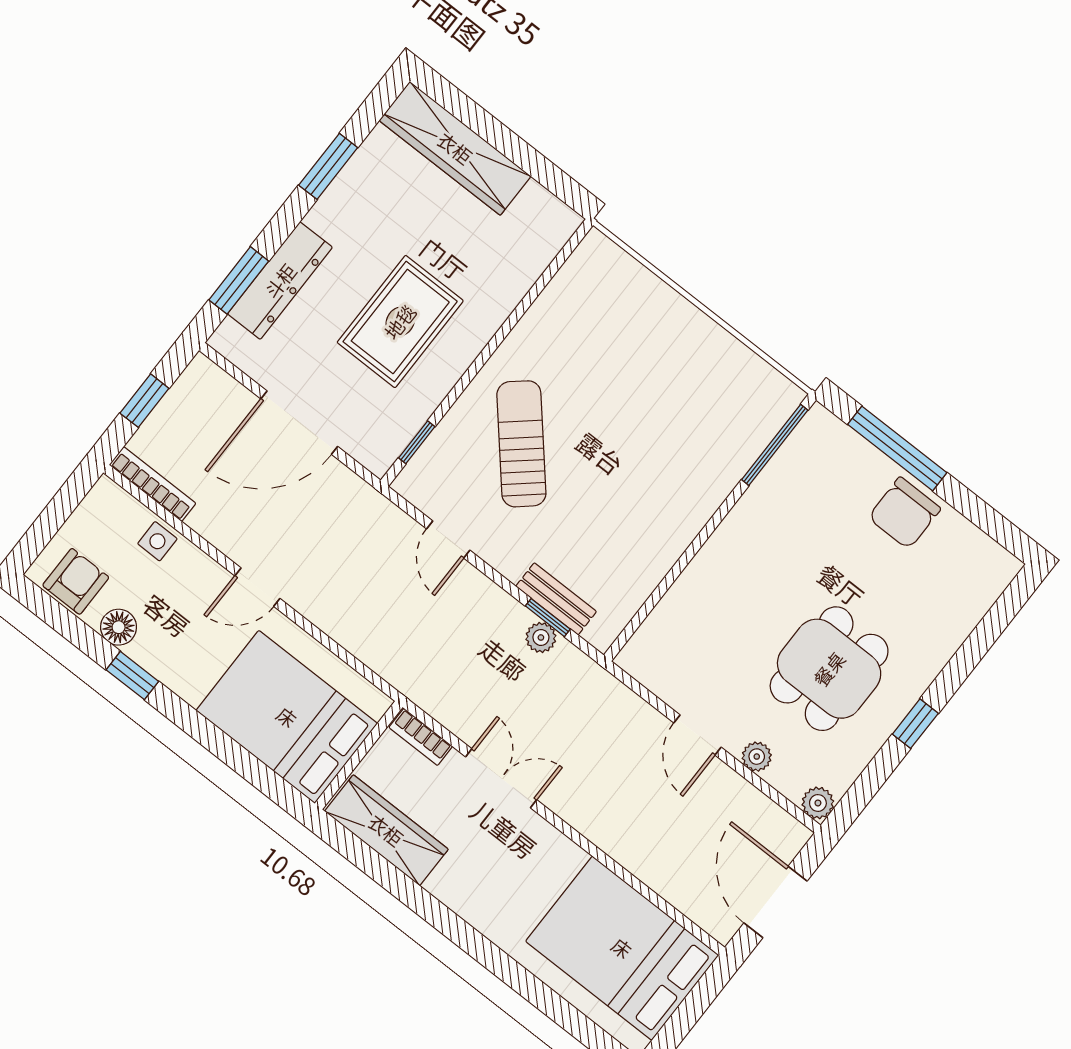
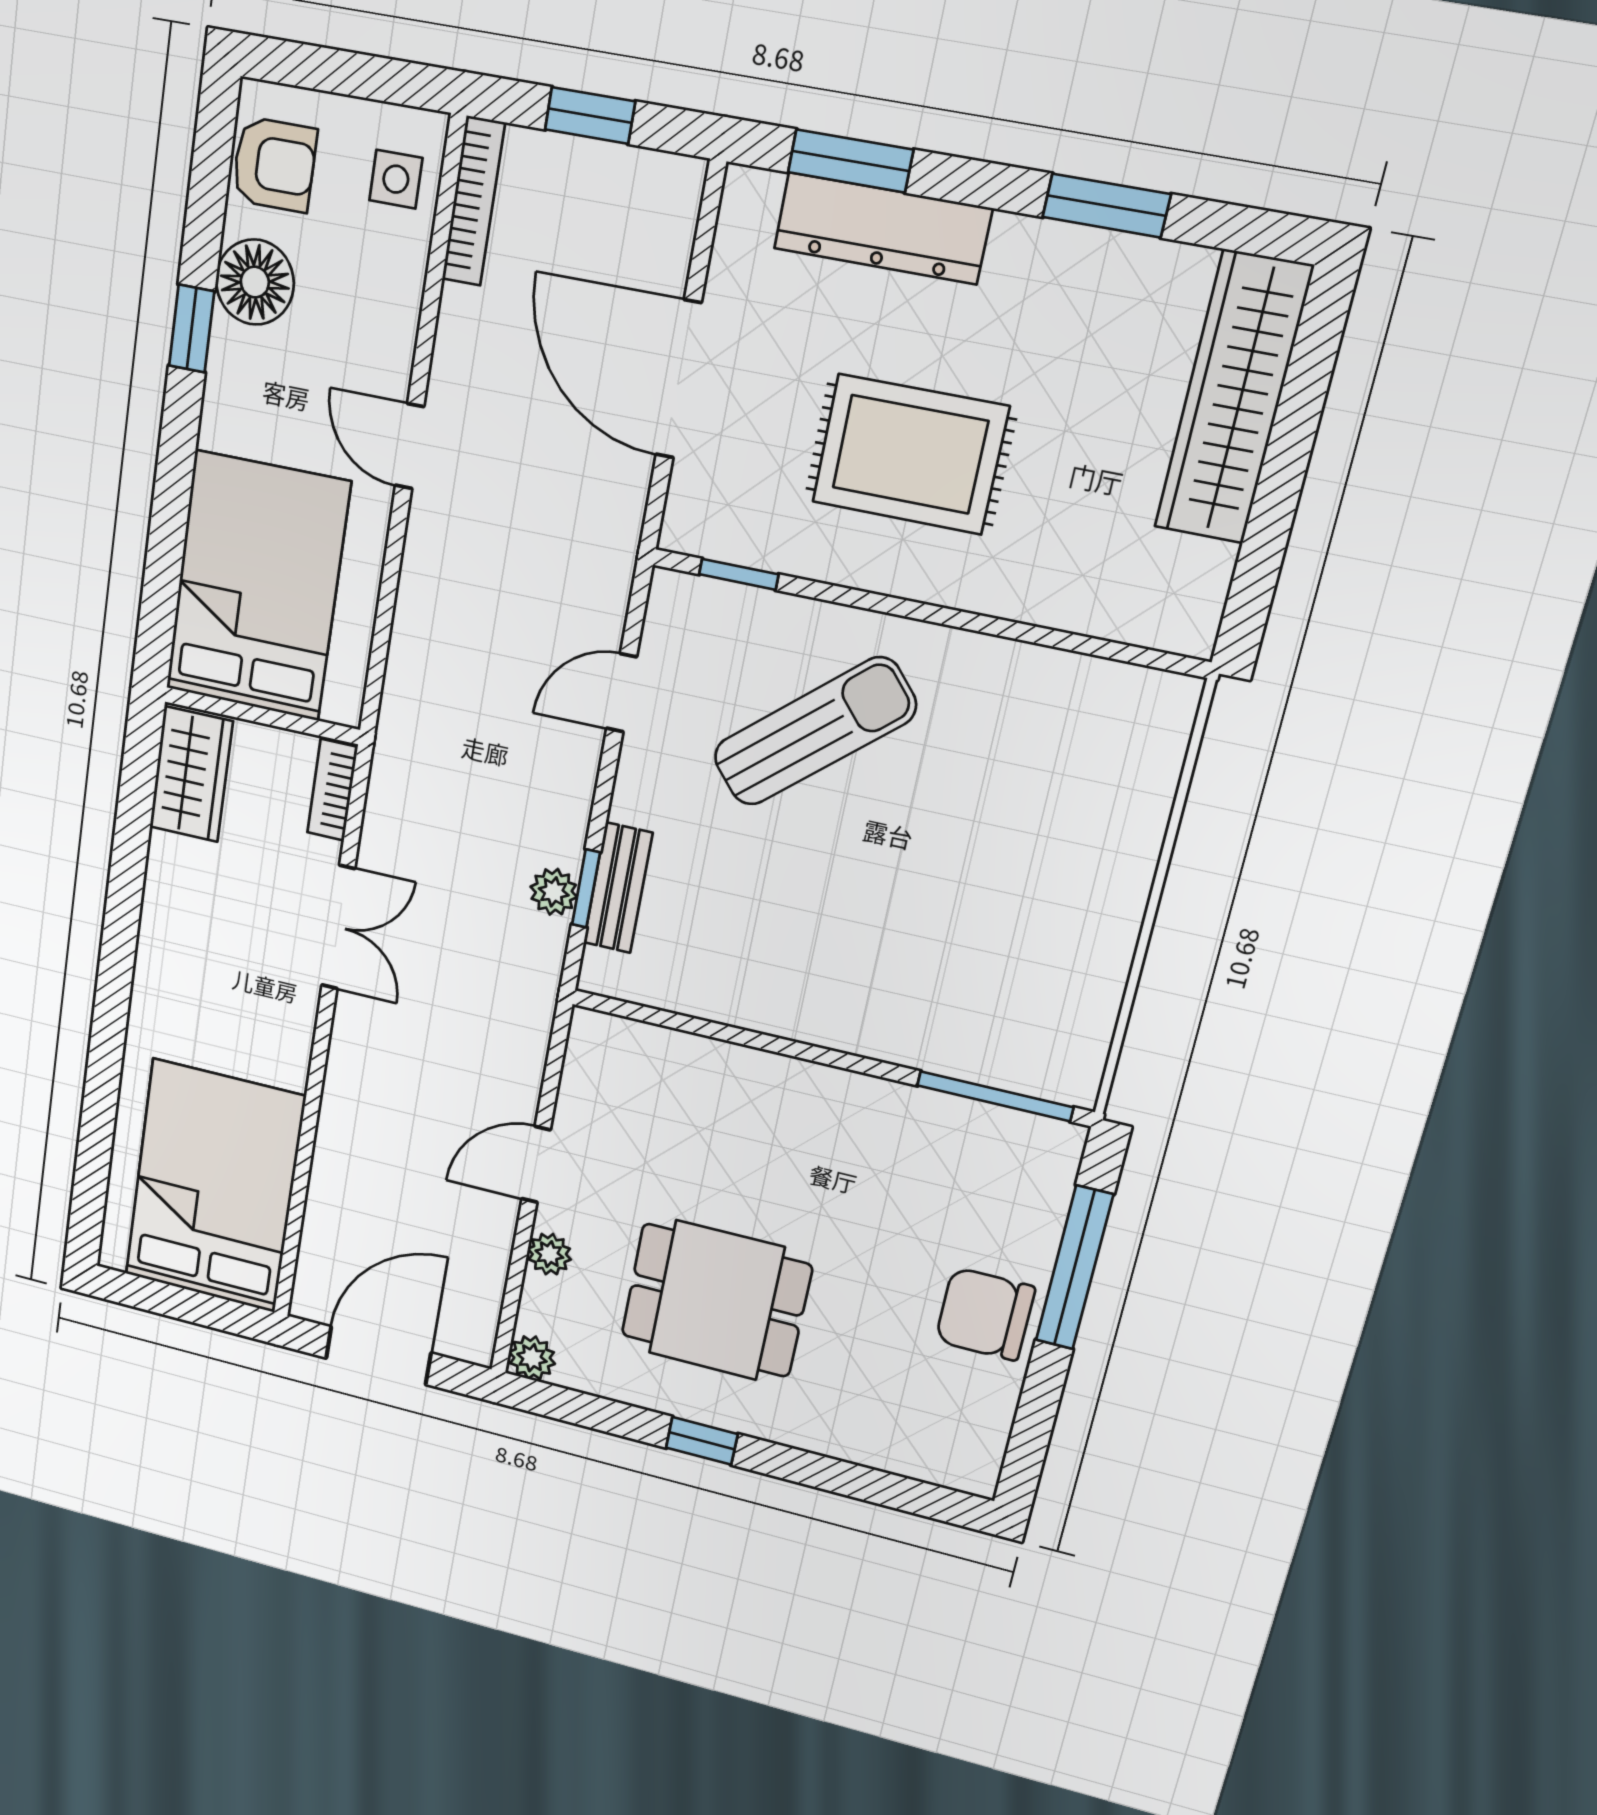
side table: (157, 541) -> (396, 179), moved
floor lamp: (119, 627) -> (255, 282), width x1.38, depth x1.38
wardrobe: (386, 830) -> (191, 774), width x0.67

